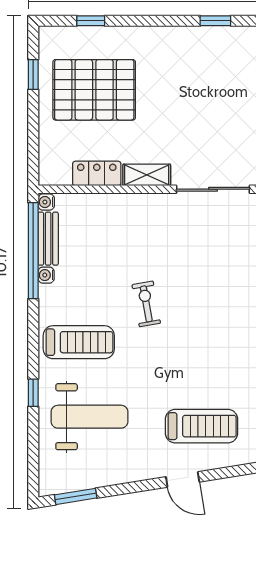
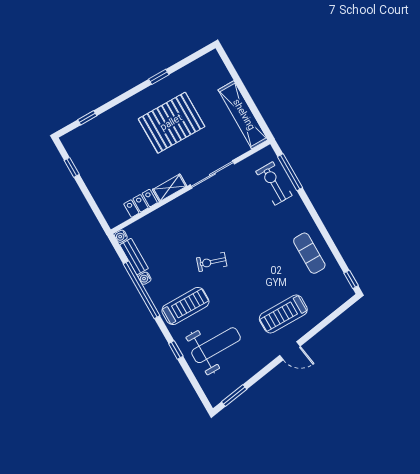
pallet: (94, 90) -> (172, 123), moved
window: (33, 251) -> (141, 290), moved
exercise bike: (146, 304) -> (212, 262), turned -62
treadmill: (201, 426) -> (283, 314), turned 180

